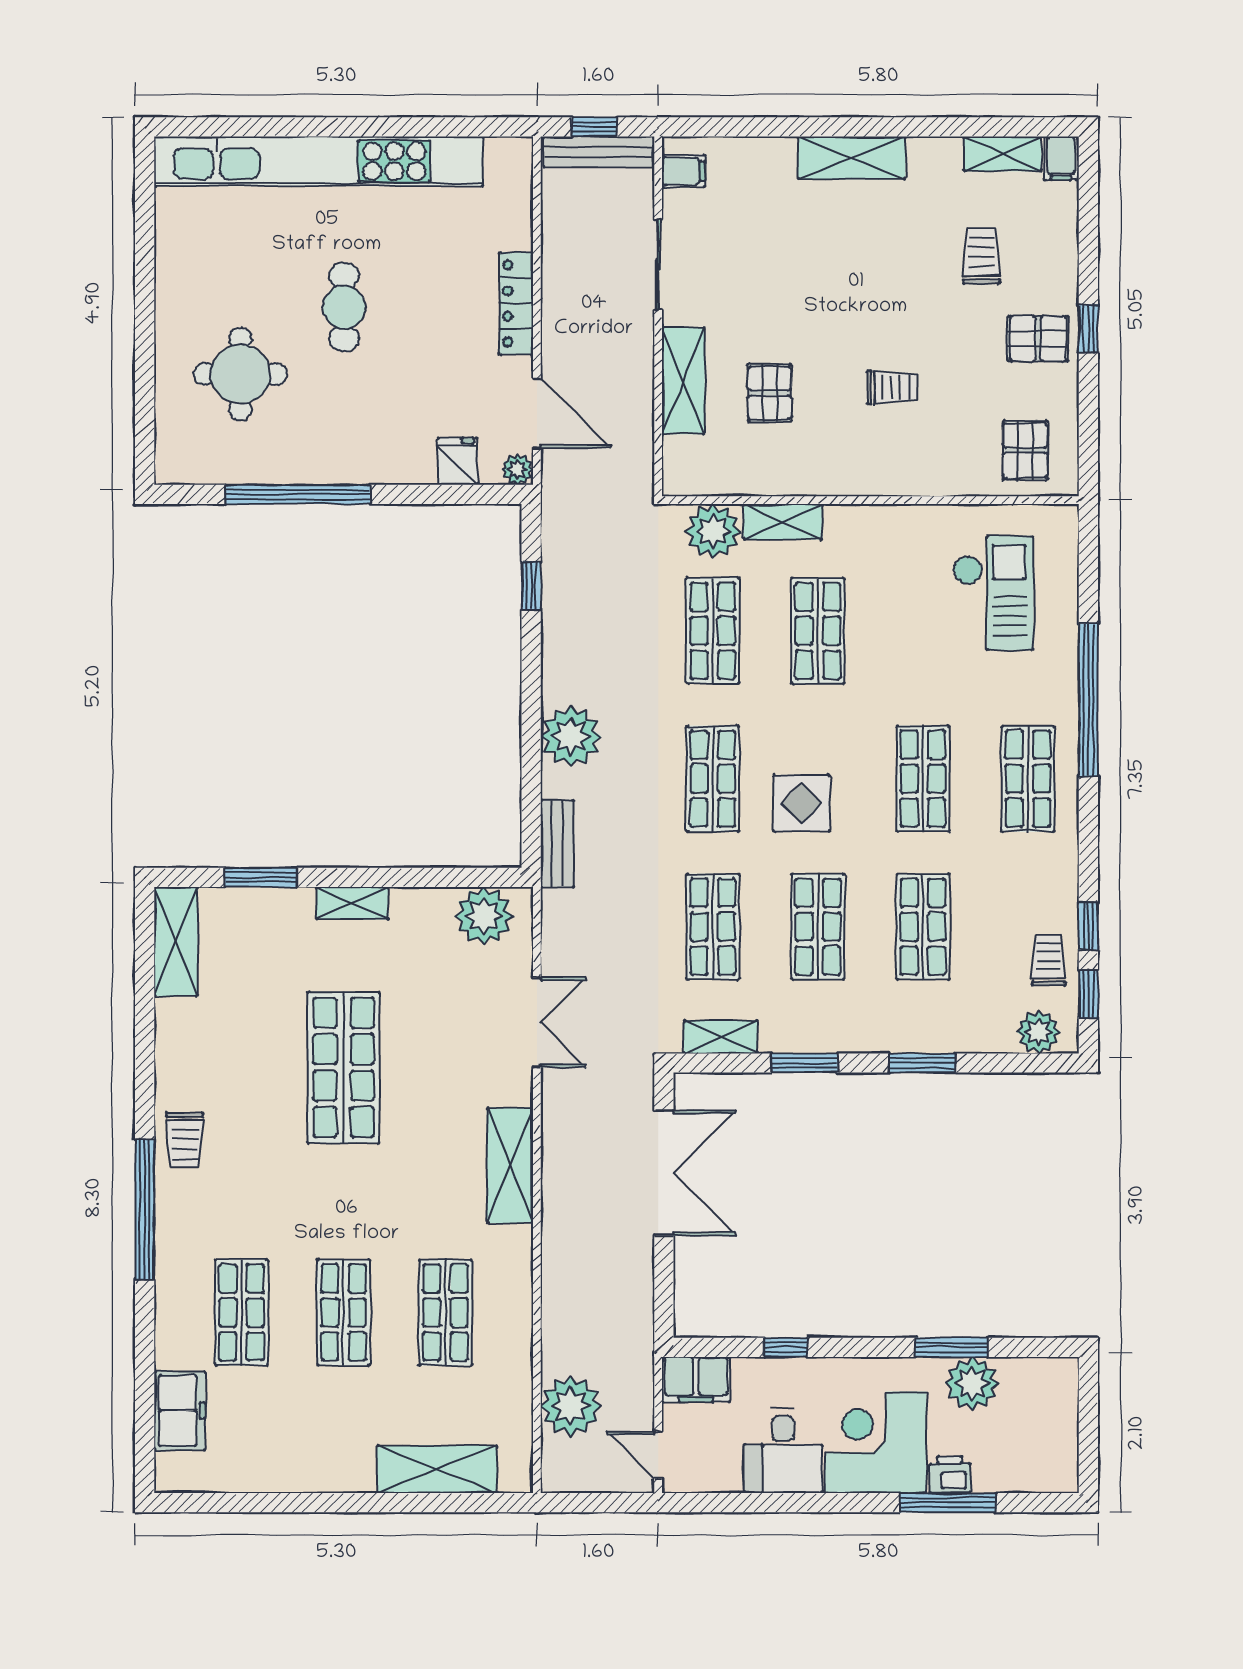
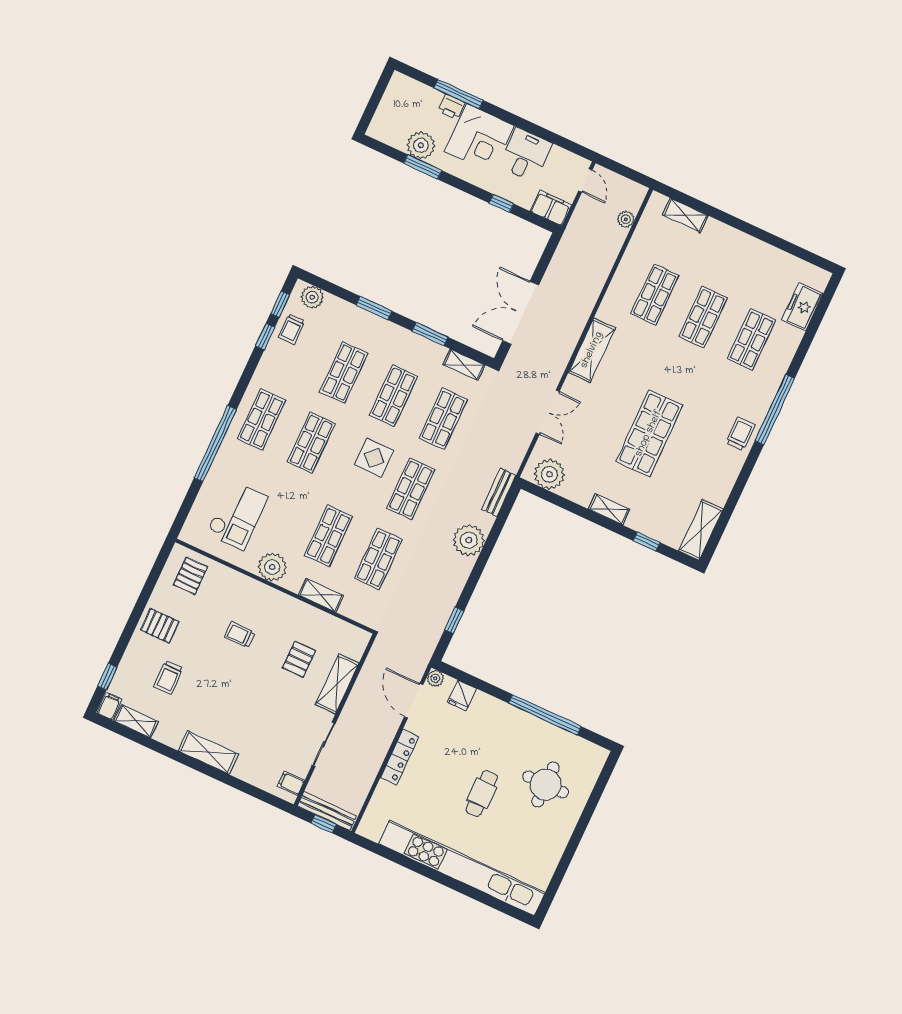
window: (1088, 329) -> (107, 677), moved
plant: (713, 531) -> (272, 567), moved
checkout: (993, 593) -> (237, 515), turned 180
window: (261, 877) -> (647, 542), width x0.67
double door: (537, 1022) -> (548, 412), swing flipped
plant: (571, 1406) -> (626, 219), width x0.53, depth x0.53
shelving: (437, 1469) -> (685, 215), width x0.67, depth x0.75

